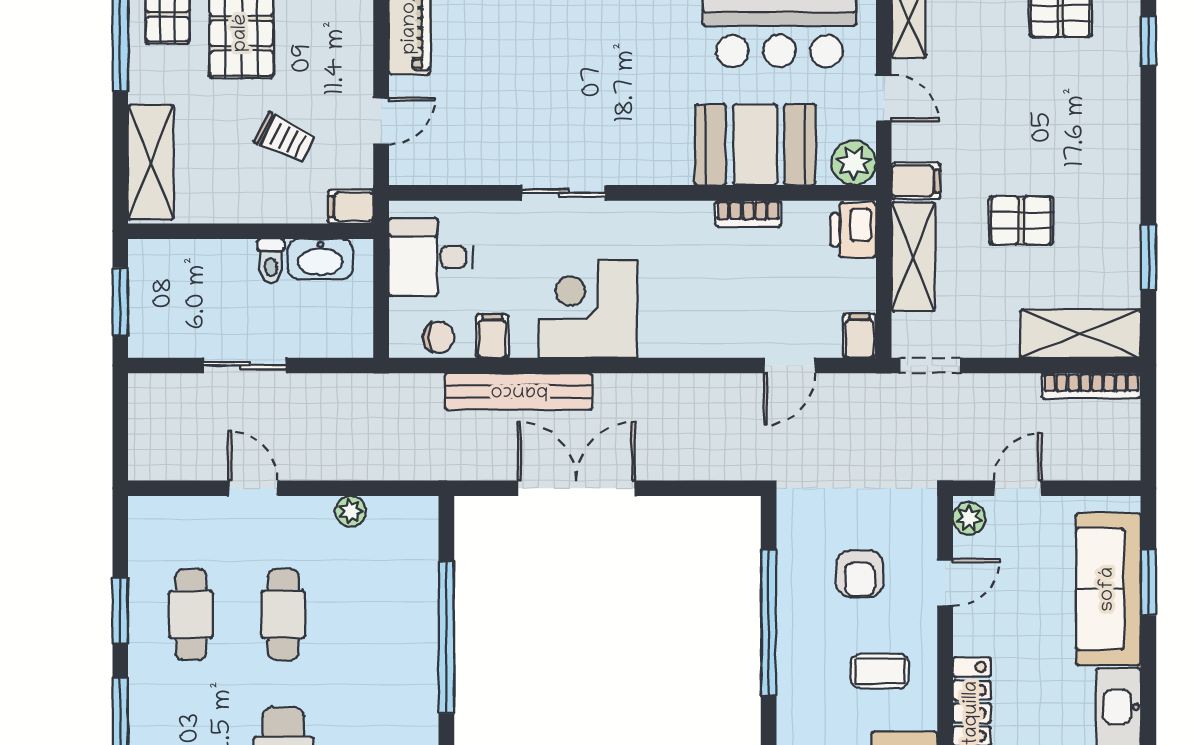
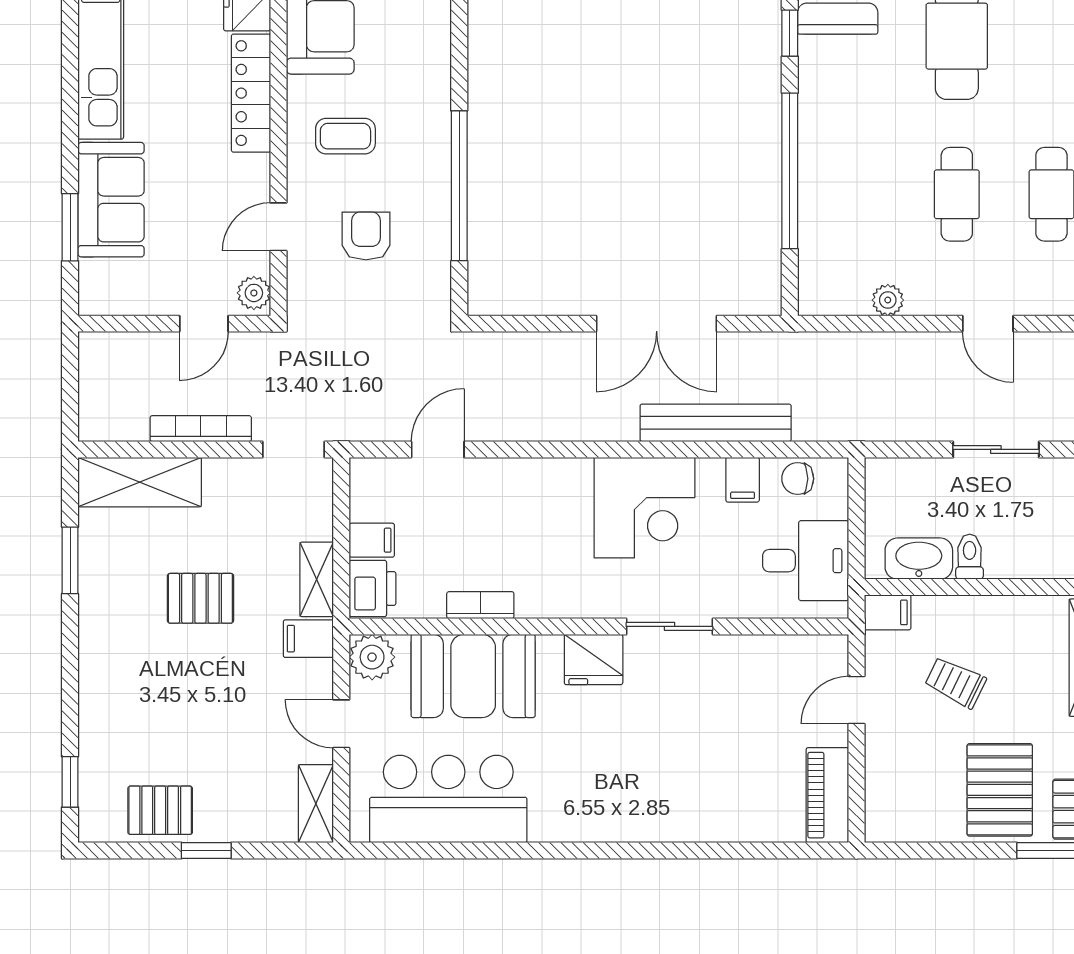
fridge: (638, 161) -> (594, 659), added
shelving: (913, 257) -> (317, 579), width x0.67, depth x0.75
filing cabinet: (860, 336) -> (372, 540), moved, turned -90
bookcase: (1091, 386) -> (201, 429), moved
sofa: (1108, 589) -> (111, 200), width x0.73

